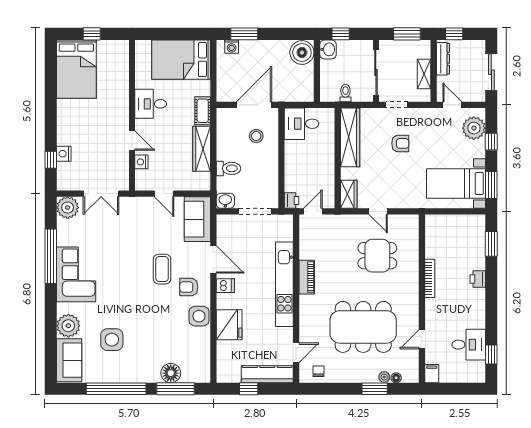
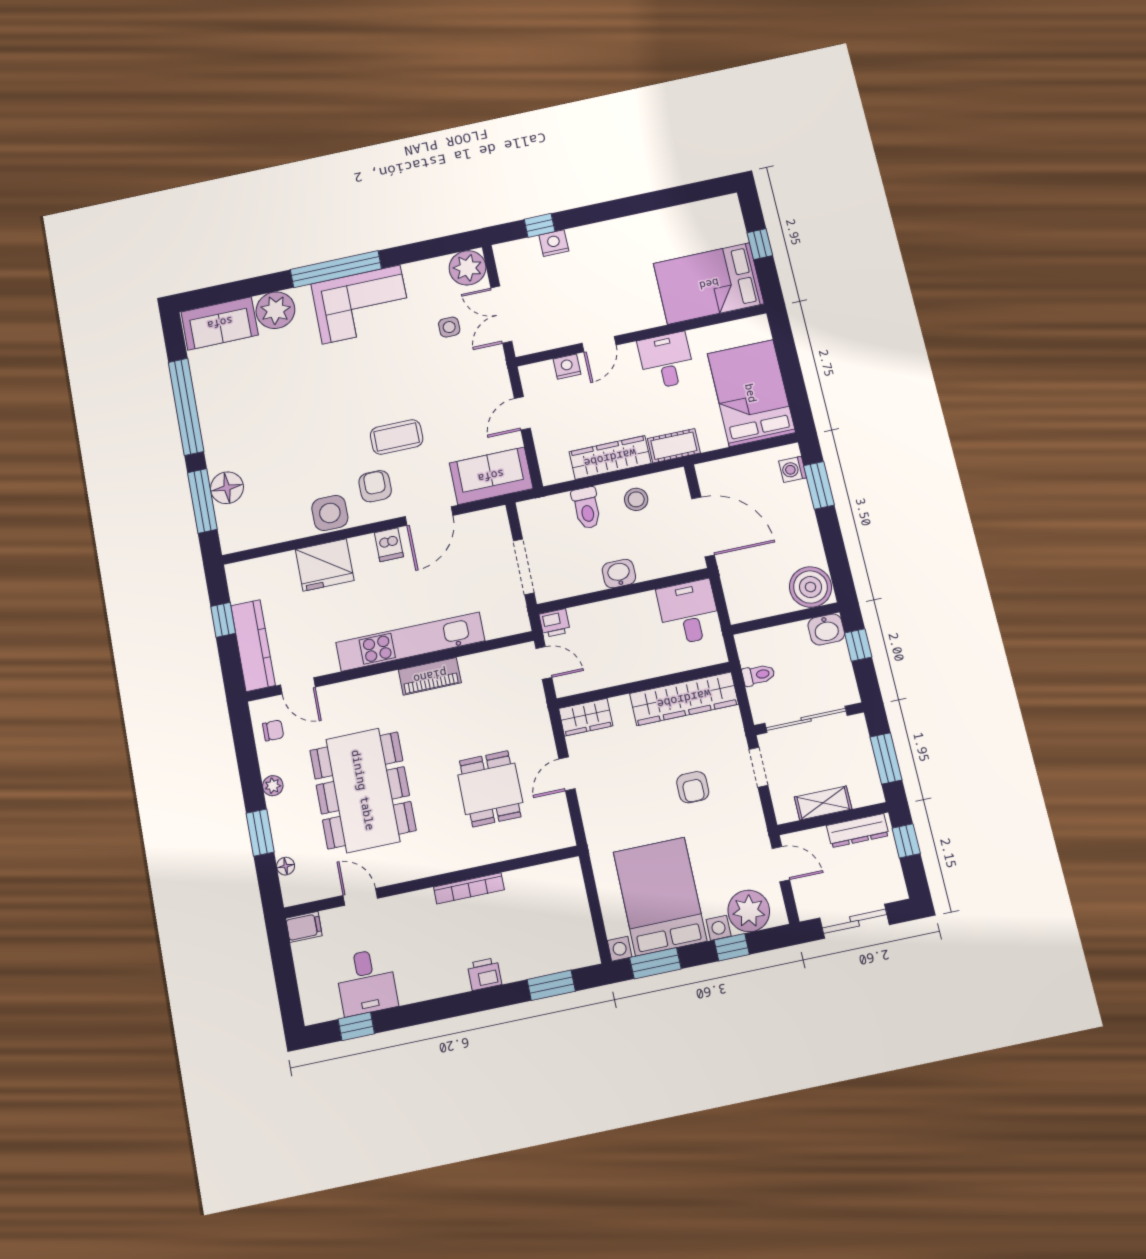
bed: (76, 69) -> (709, 284), moved
door: (452, 105) -> (781, 864), hinge flipped
stool: (256, 136) -> (636, 499), moved
bed with nightstands: (456, 184) -> (660, 896), width x1.36
washbasin: (225, 201) -> (619, 574), moved, turned -90
window: (51, 256) -> (336, 269), moved
side table: (112, 340) -> (449, 327), moved, width x0.54, depth x0.54
plant: (384, 377) -> (273, 786), moved

